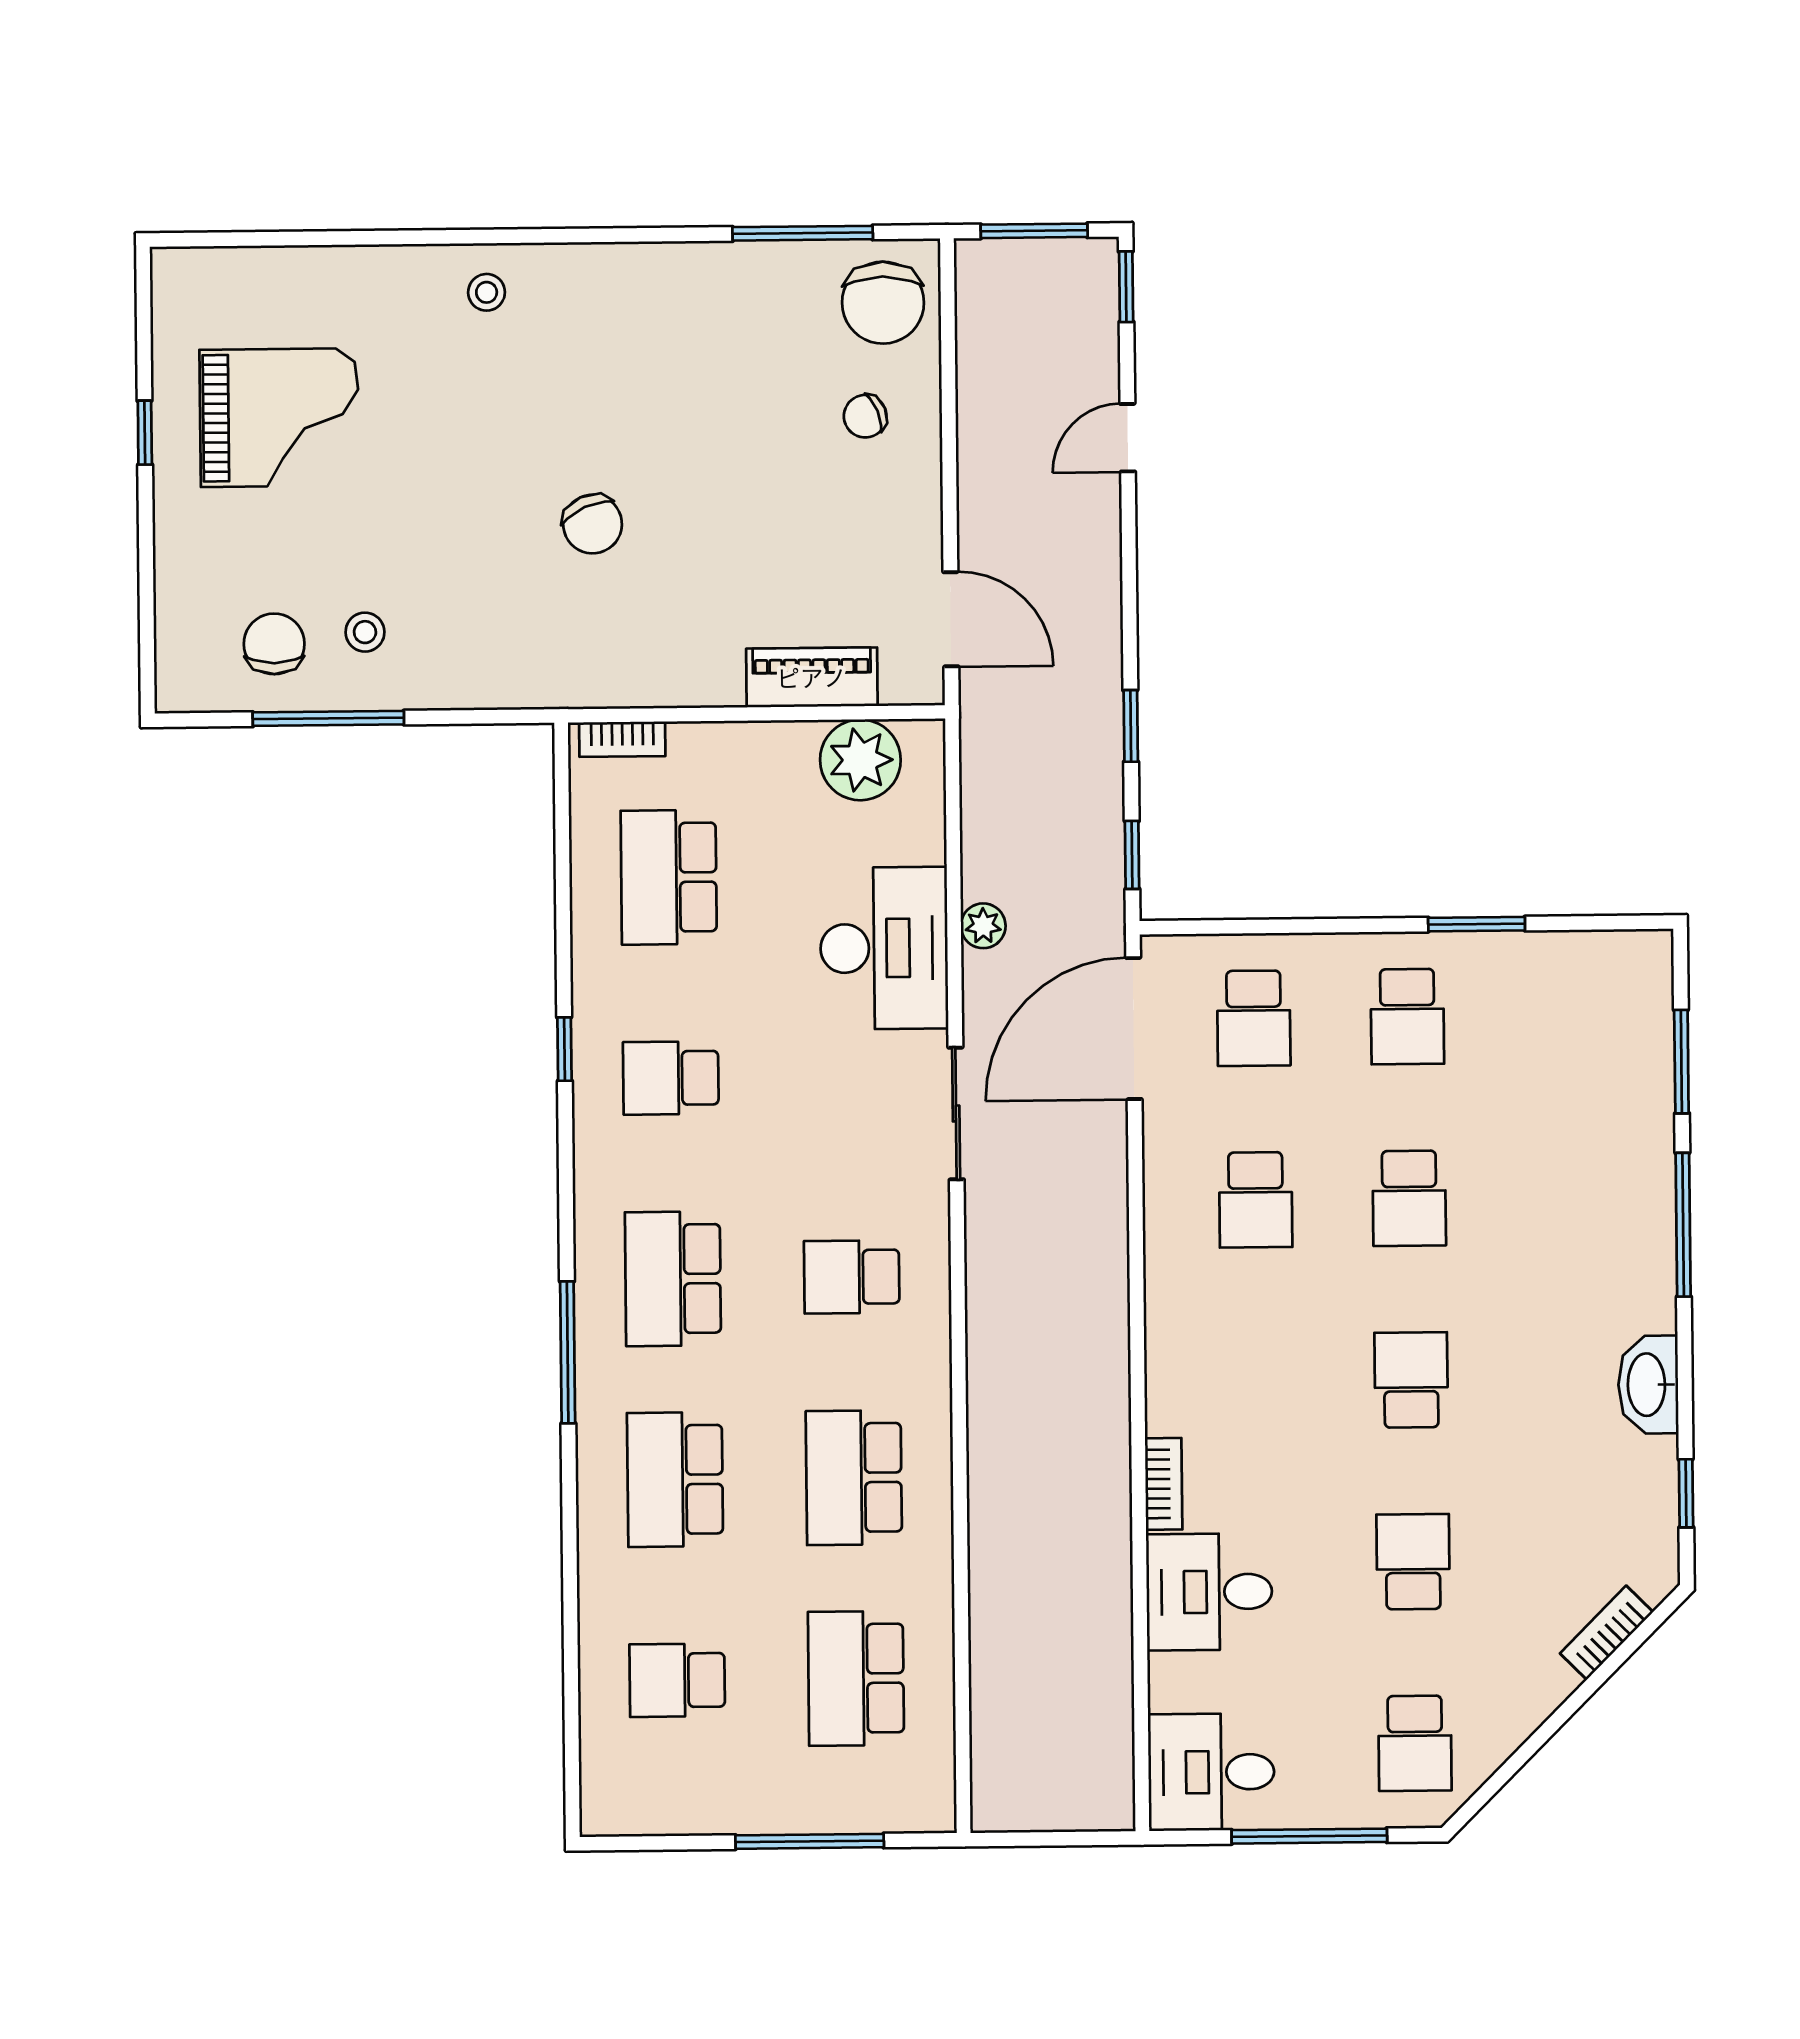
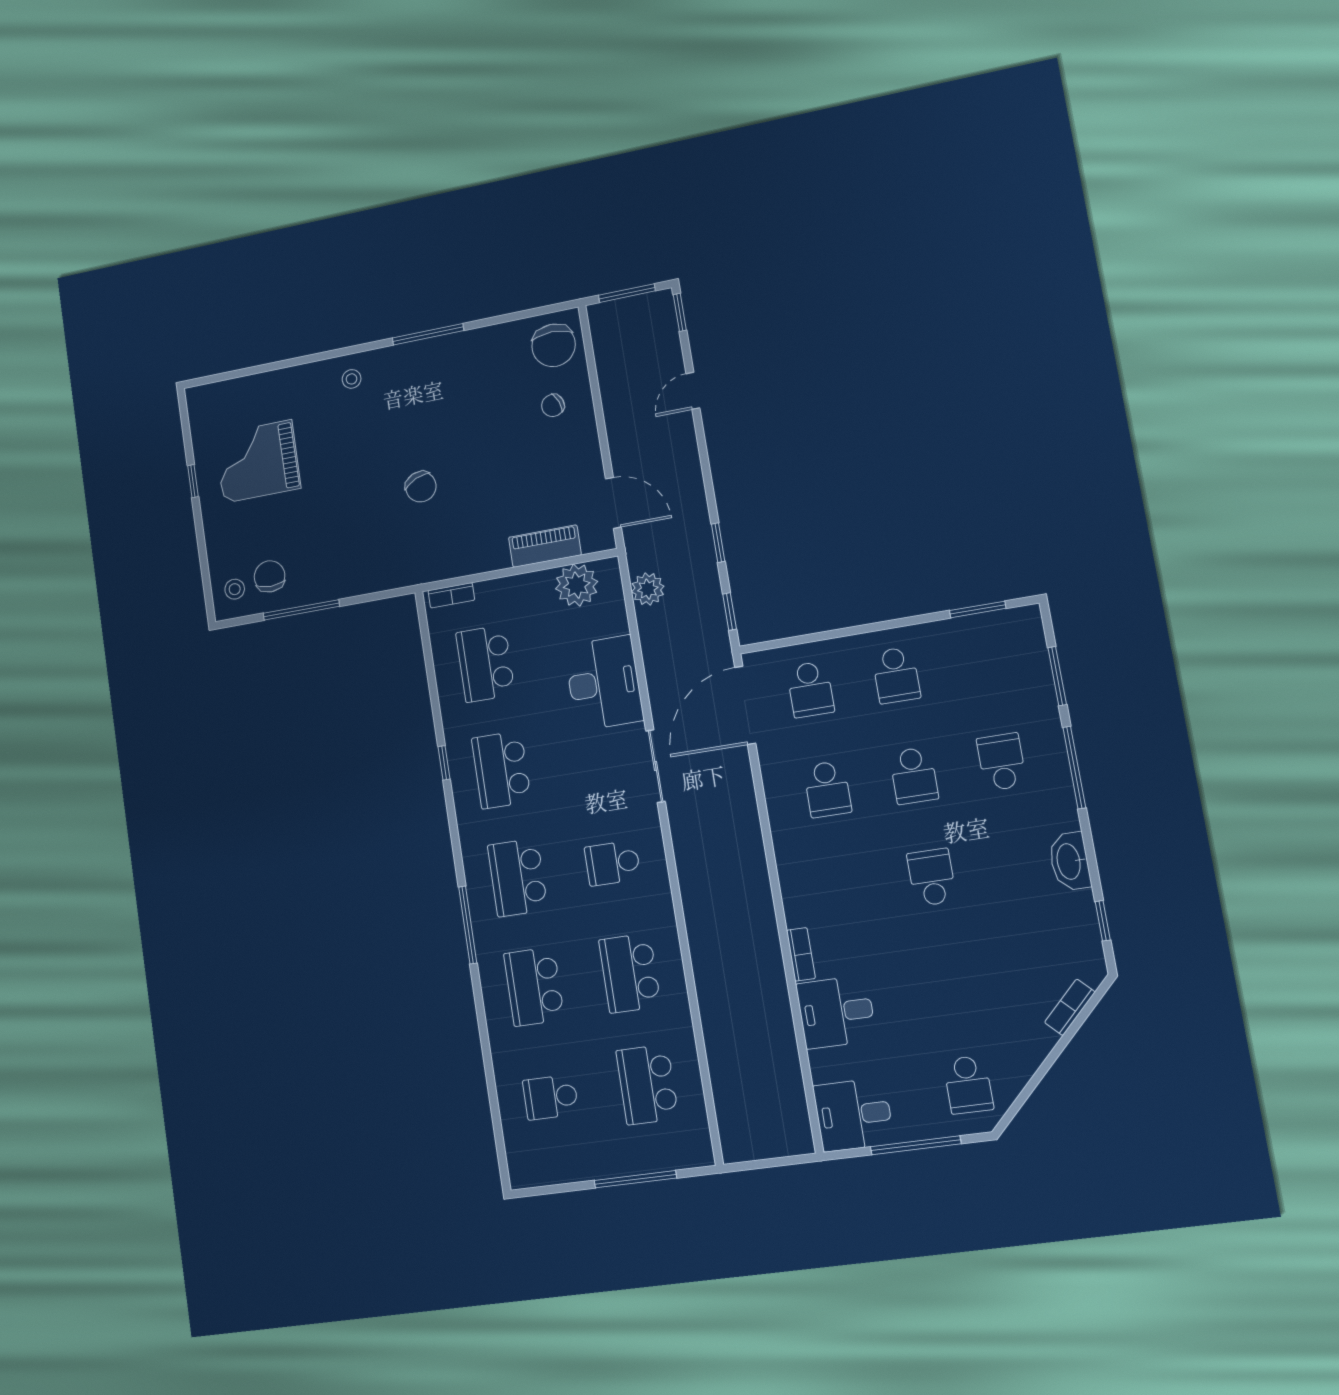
window: (803, 233) -> (428, 334), moved
grand piano: (279, 418) -> (257, 461), turned 180
stool: (365, 632) -> (235, 589), moved
window: (1477, 924) -> (978, 609), moved
plant: (983, 926) -> (648, 589), moved, width x1.38, depth x1.38
school desk: (671, 1078) -> (501, 770), width x1.85
school desk: (1413, 1562) -> (1002, 762), moved

